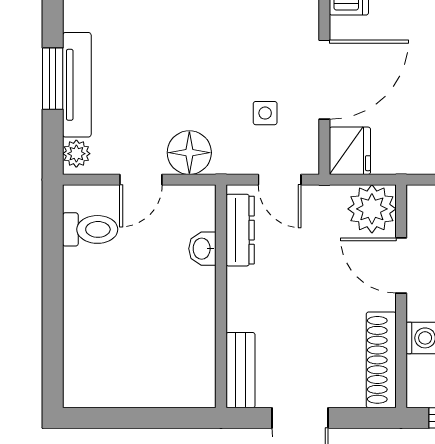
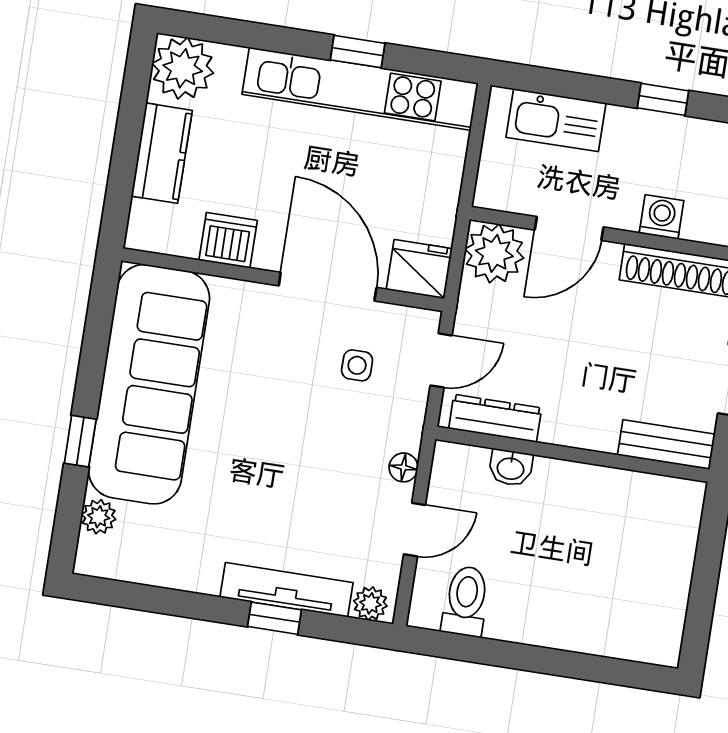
window: (53, 79) -> (275, 618), width x0.67
floor lamp: (189, 153) -> (403, 467), width x0.53, depth x0.53
door: (141, 180) -> (415, 530), hinge flipped

